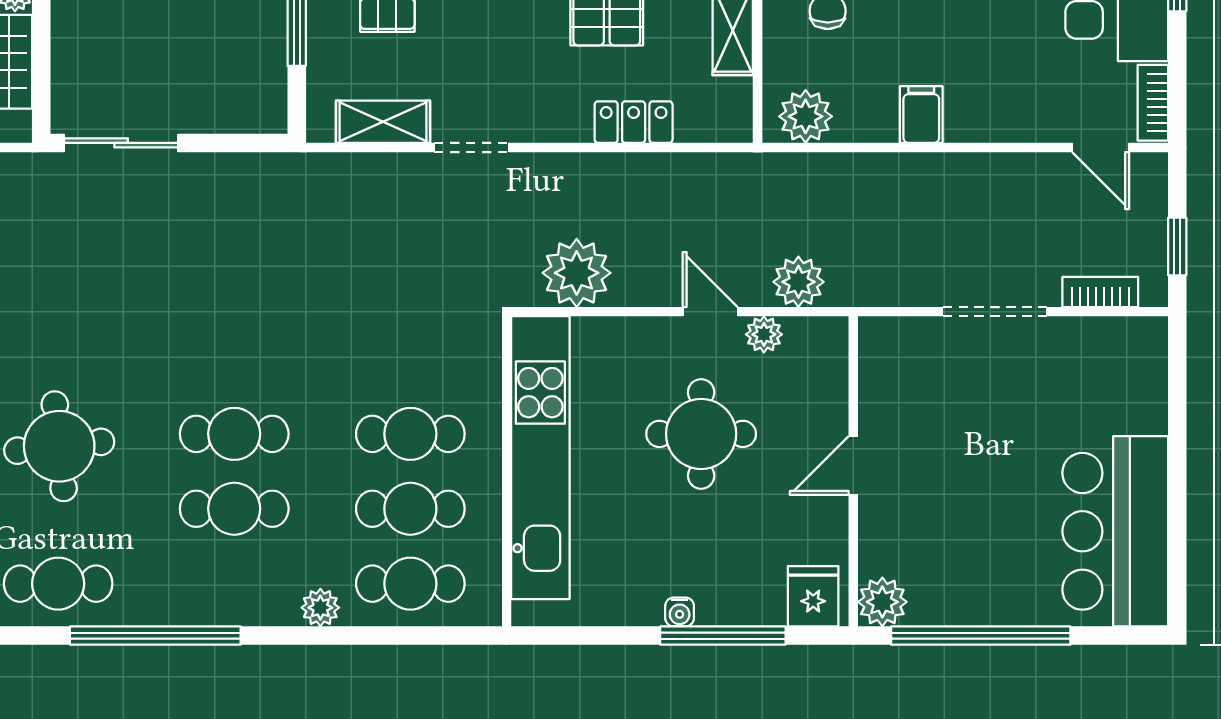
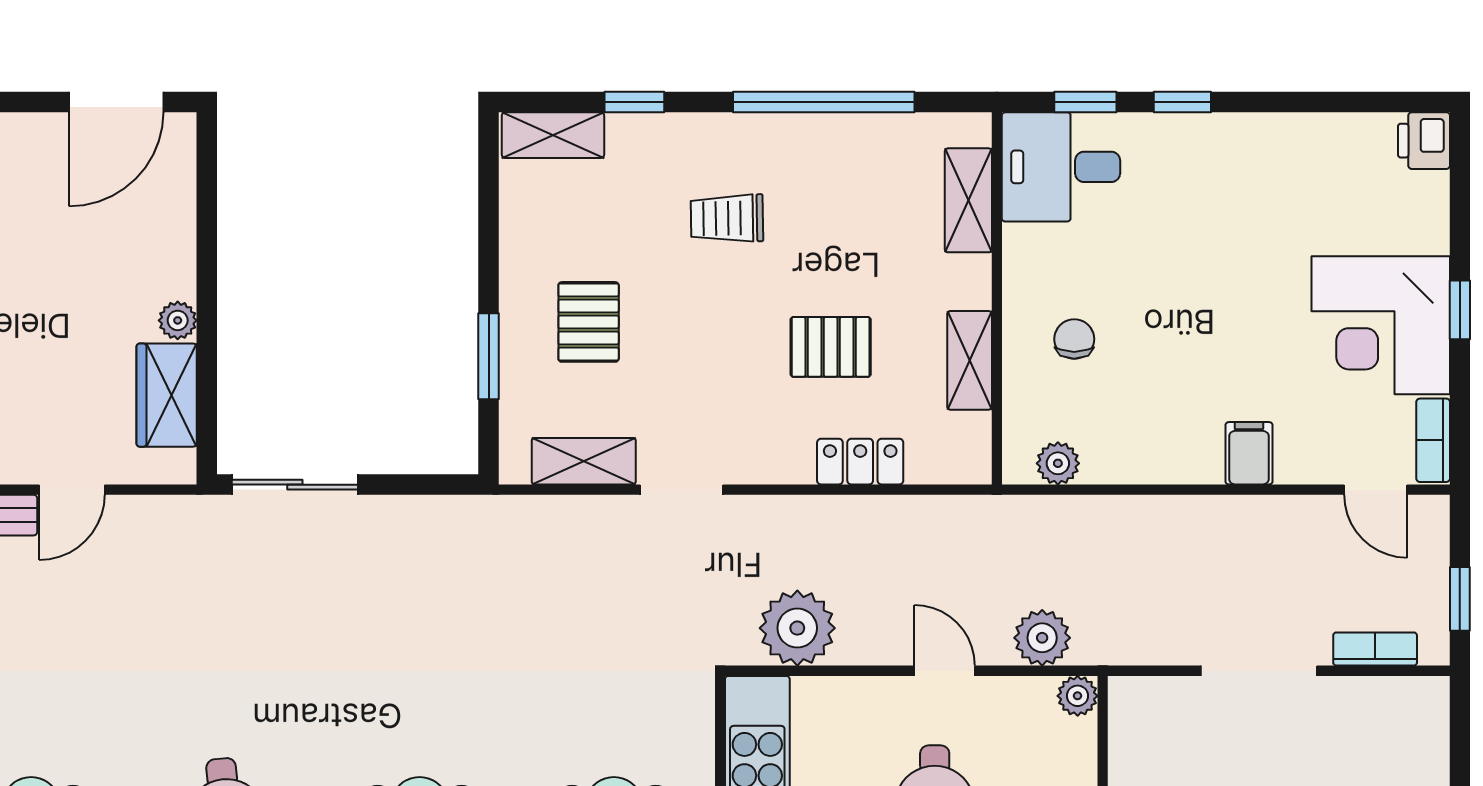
filing cabinet: (921, 115) -> (1249, 453), moved
plant: (806, 116) -> (1058, 463), width x0.73, depth x0.73
plant: (764, 334) -> (1078, 696), moved

